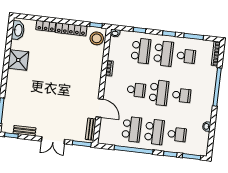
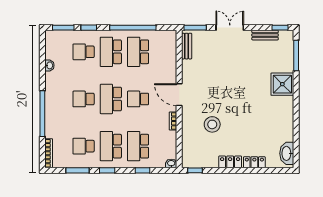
locker: (71, 29) -> (230, 162), width x0.66
stool: (97, 38) -> (212, 124), moved
shower: (18, 60) -> (282, 84), moved
door: (100, 108) -> (179, 95), moved

